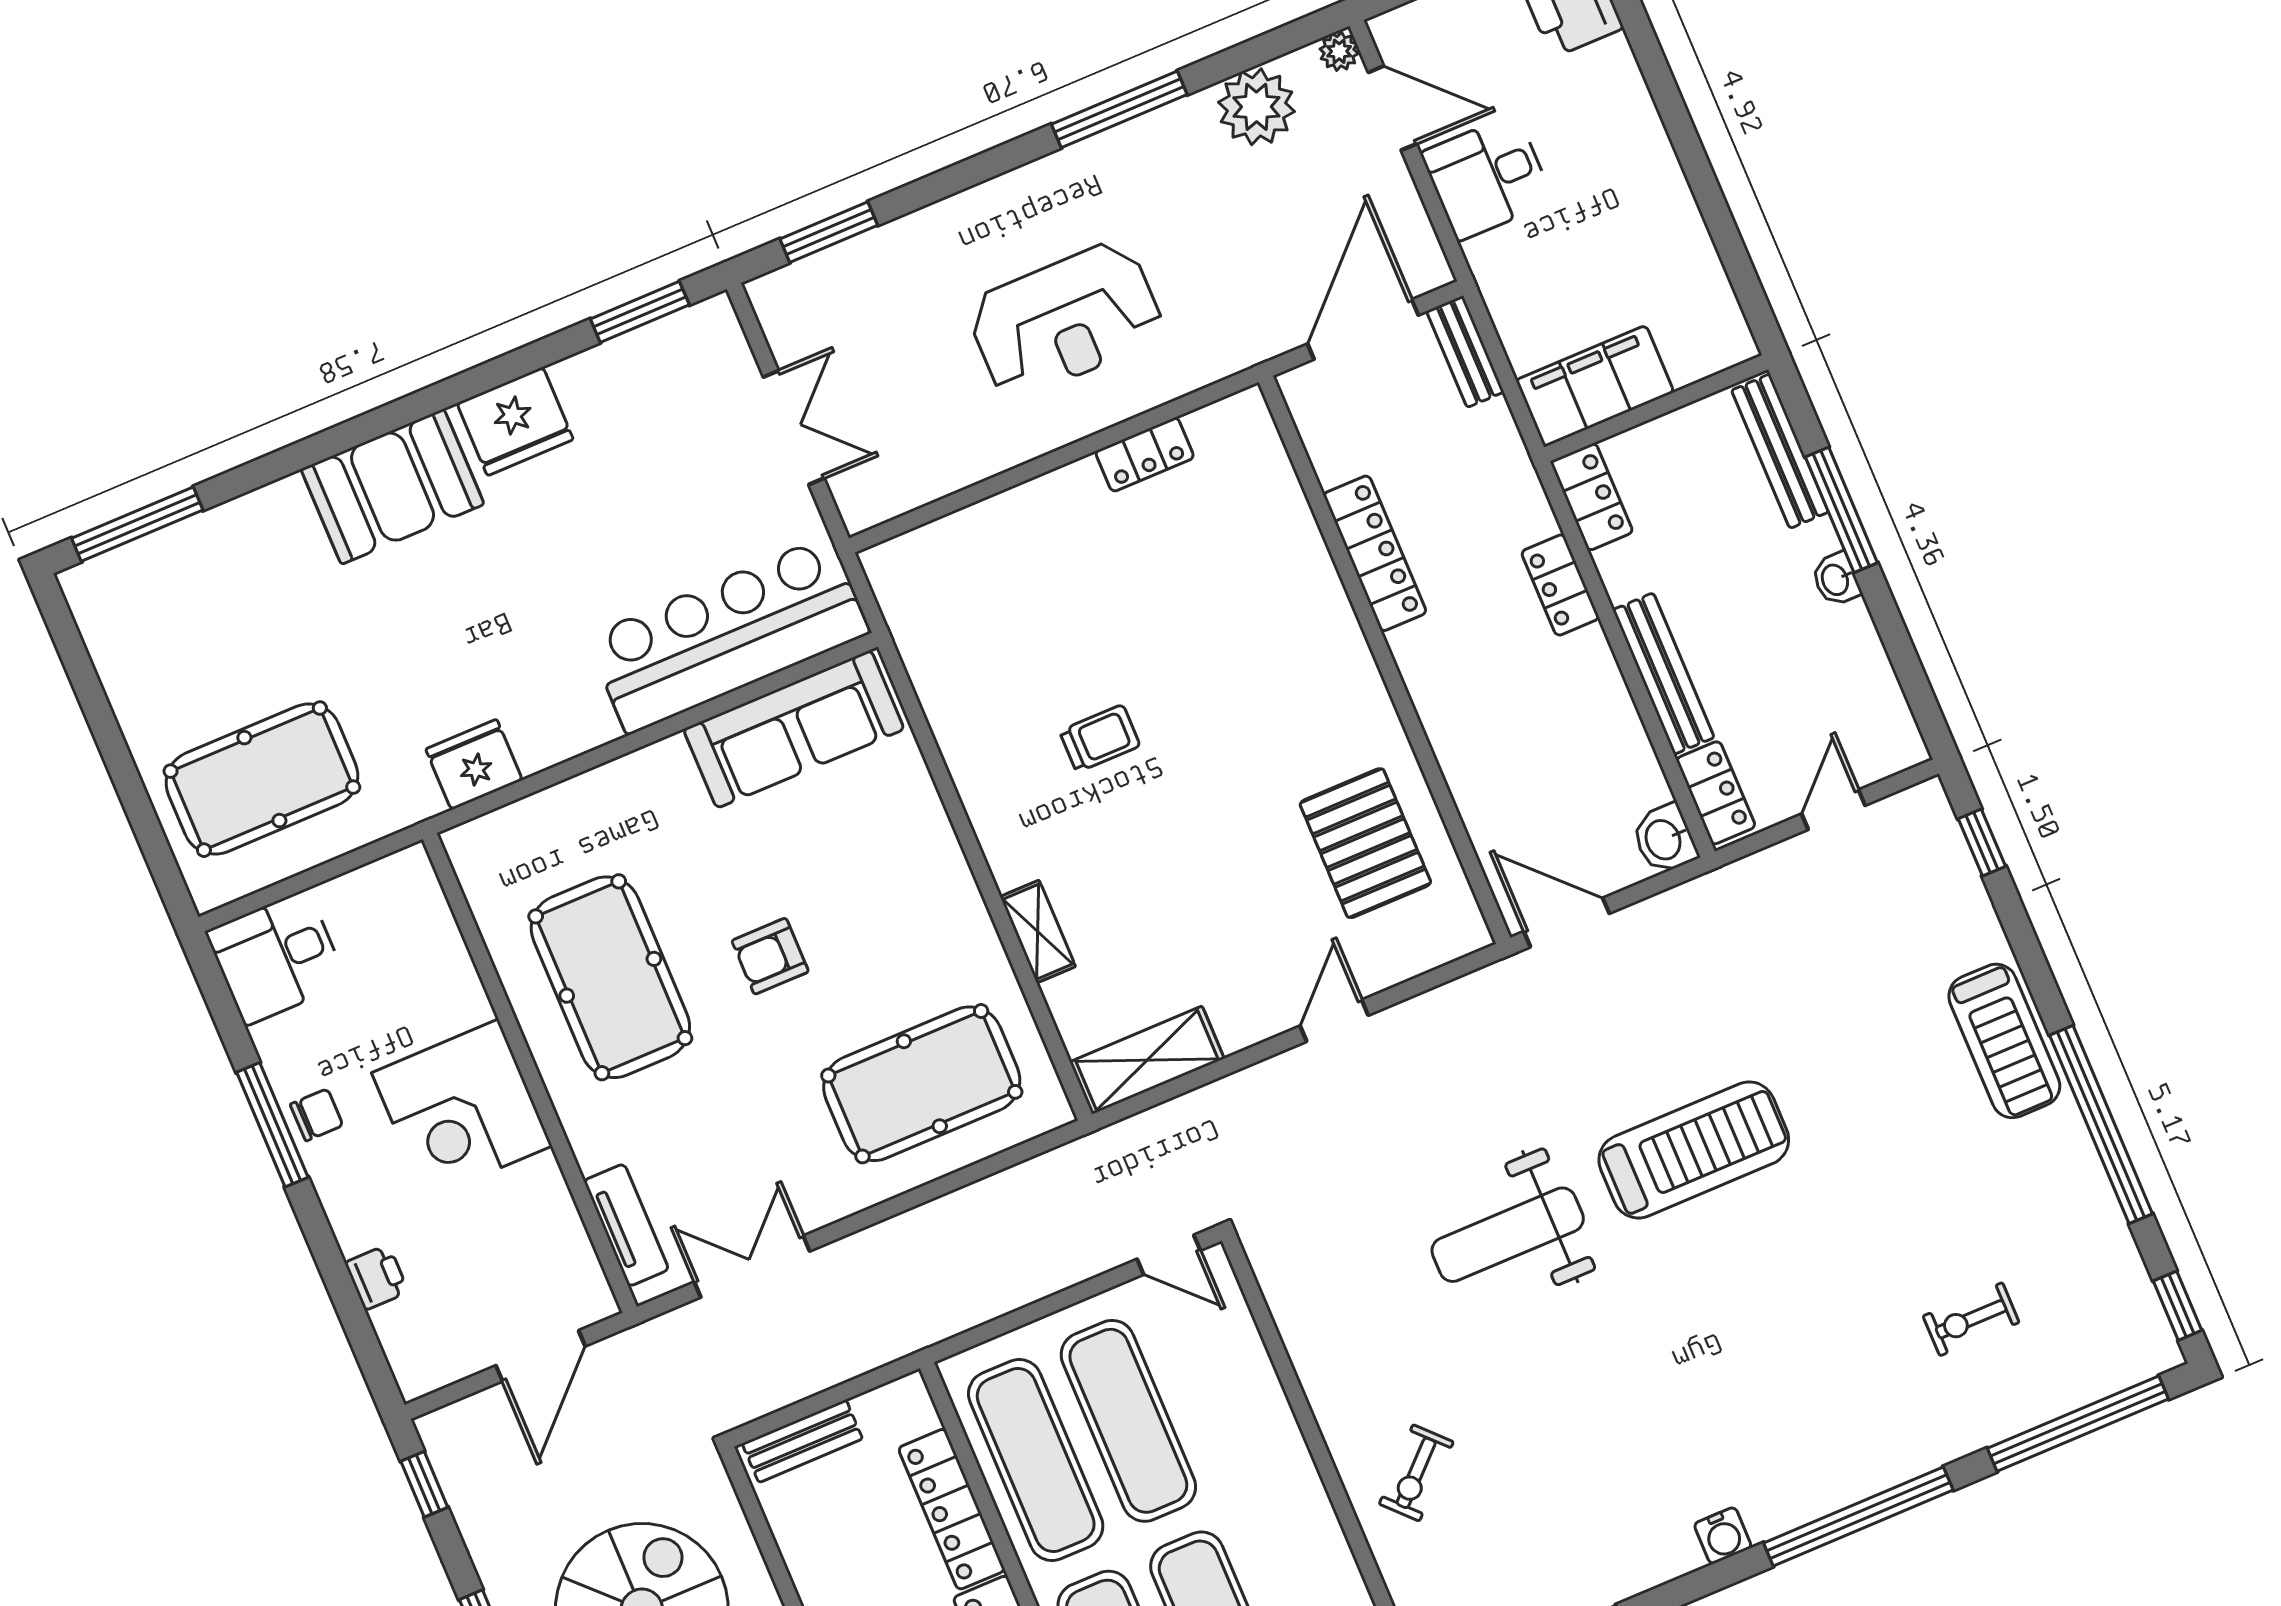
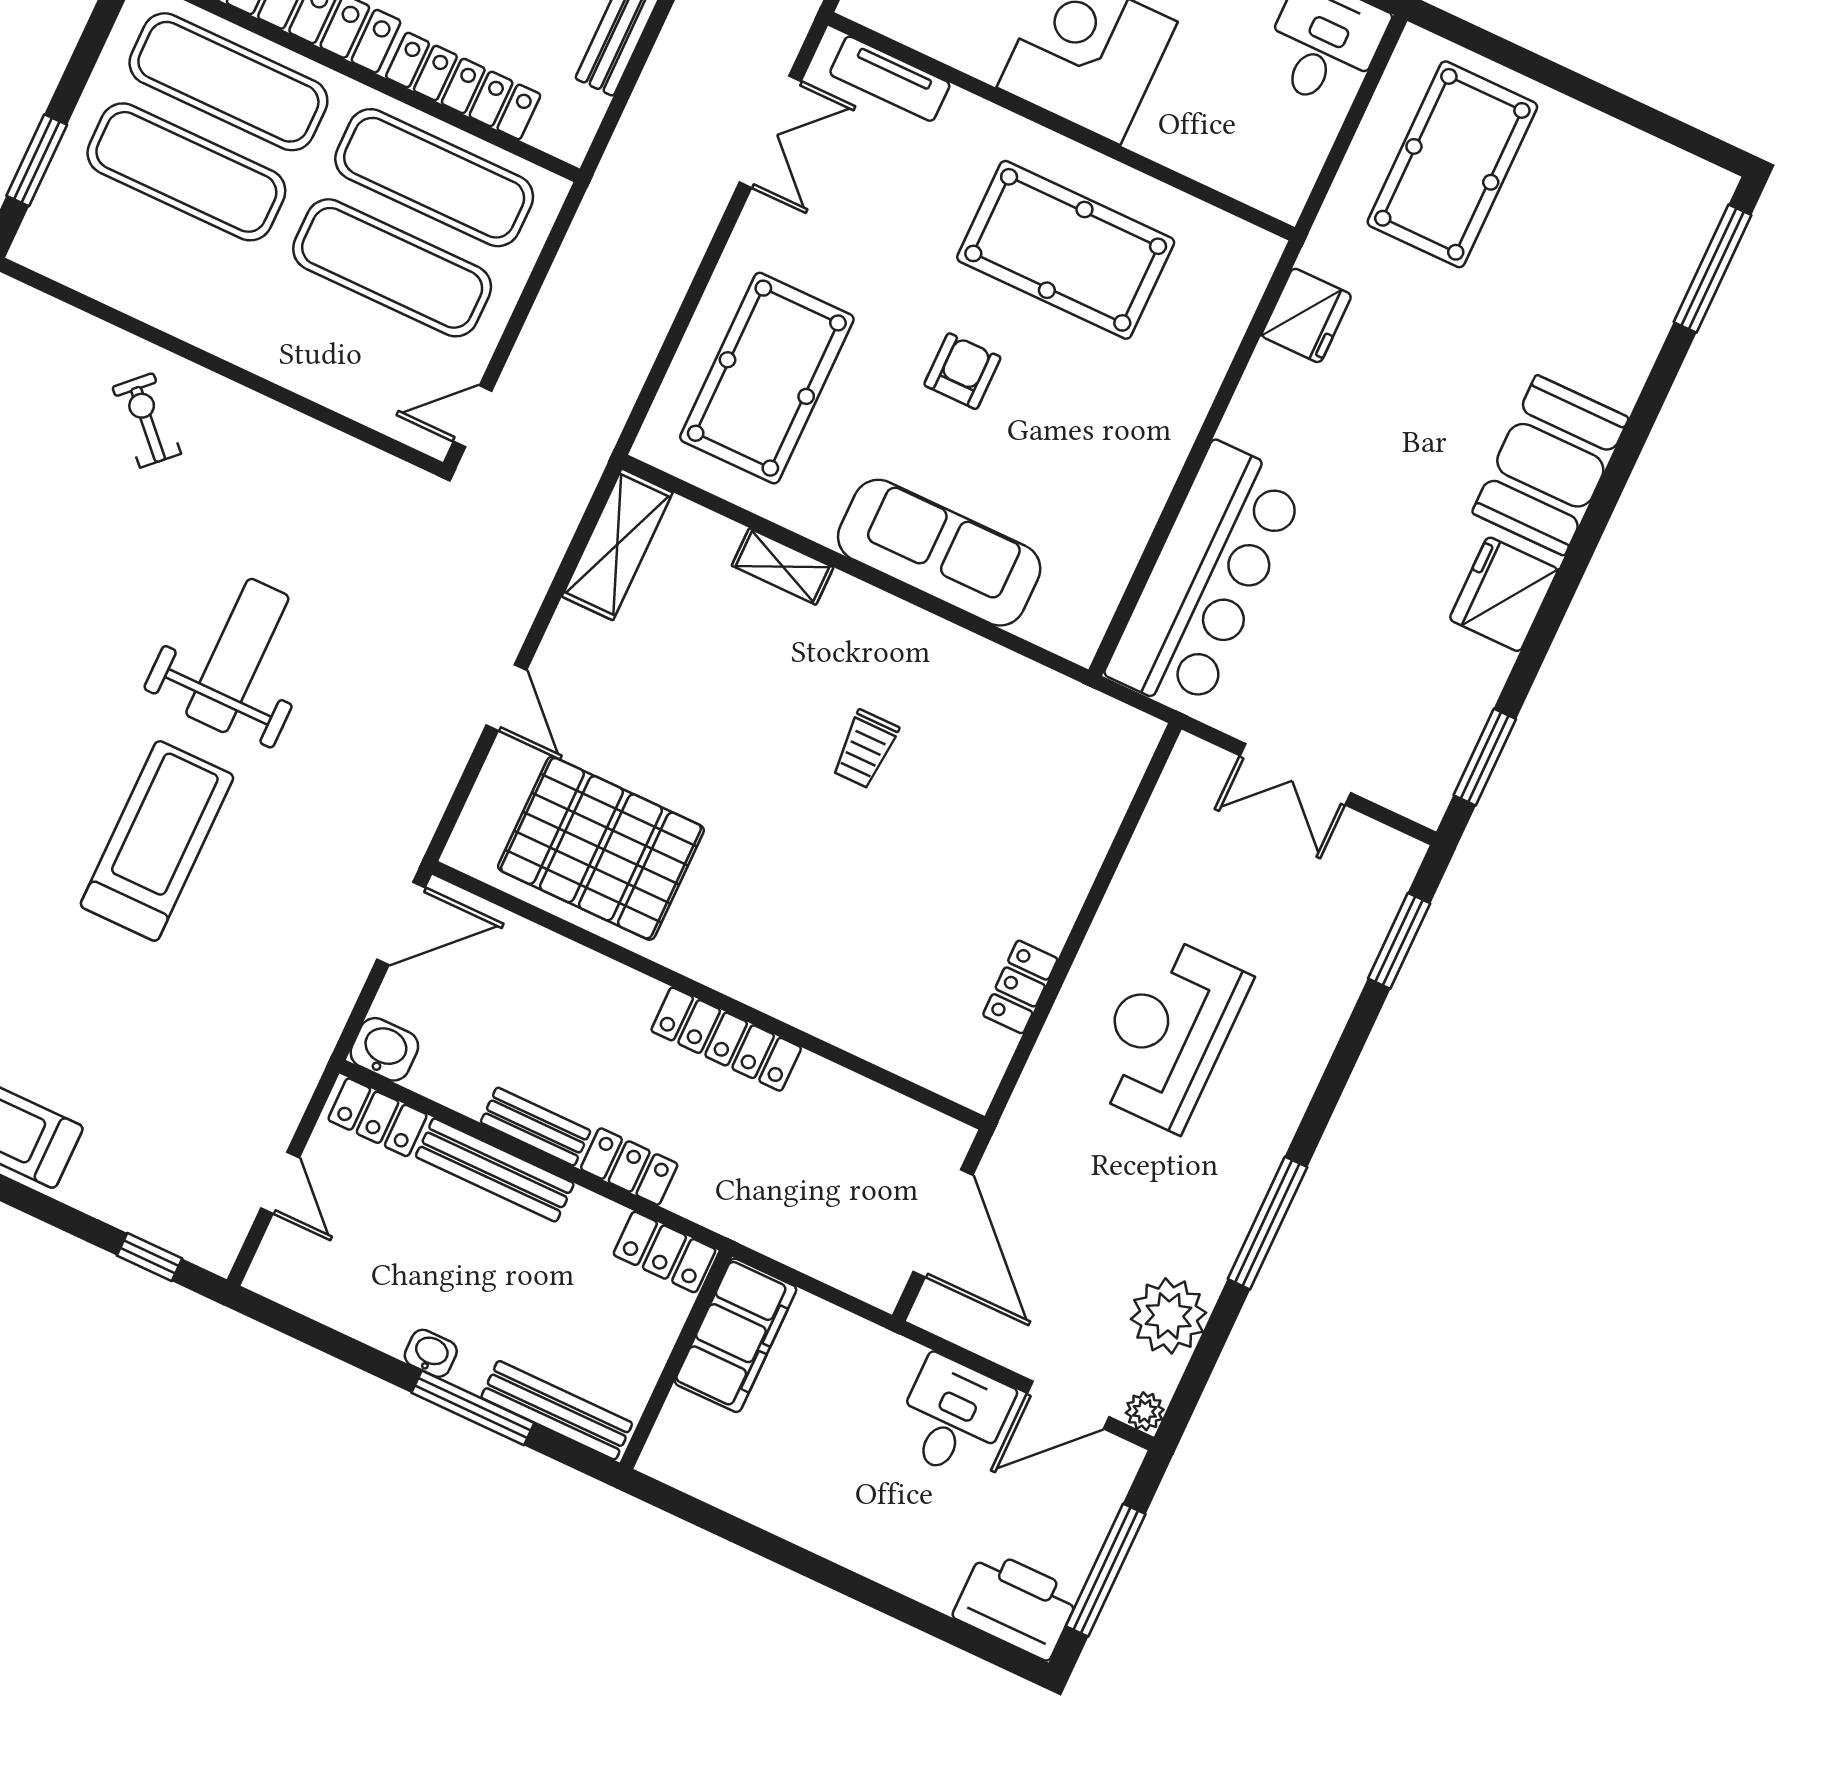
bench: (1465, 352) -> (536, 1127), moved
locker: (1375, 553) -> (726, 1039), moved
sofa: (794, 729) -> (939, 553), moved, turned 90
pallet: (1365, 843) -> (601, 848), width x1.37, depth x1.41
treadmill: (1694, 1150) -> (157, 841), turned 180

